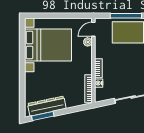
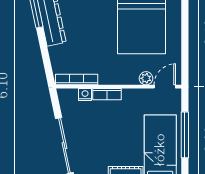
door: (93, 29) -> (165, 87), hinge flipped

